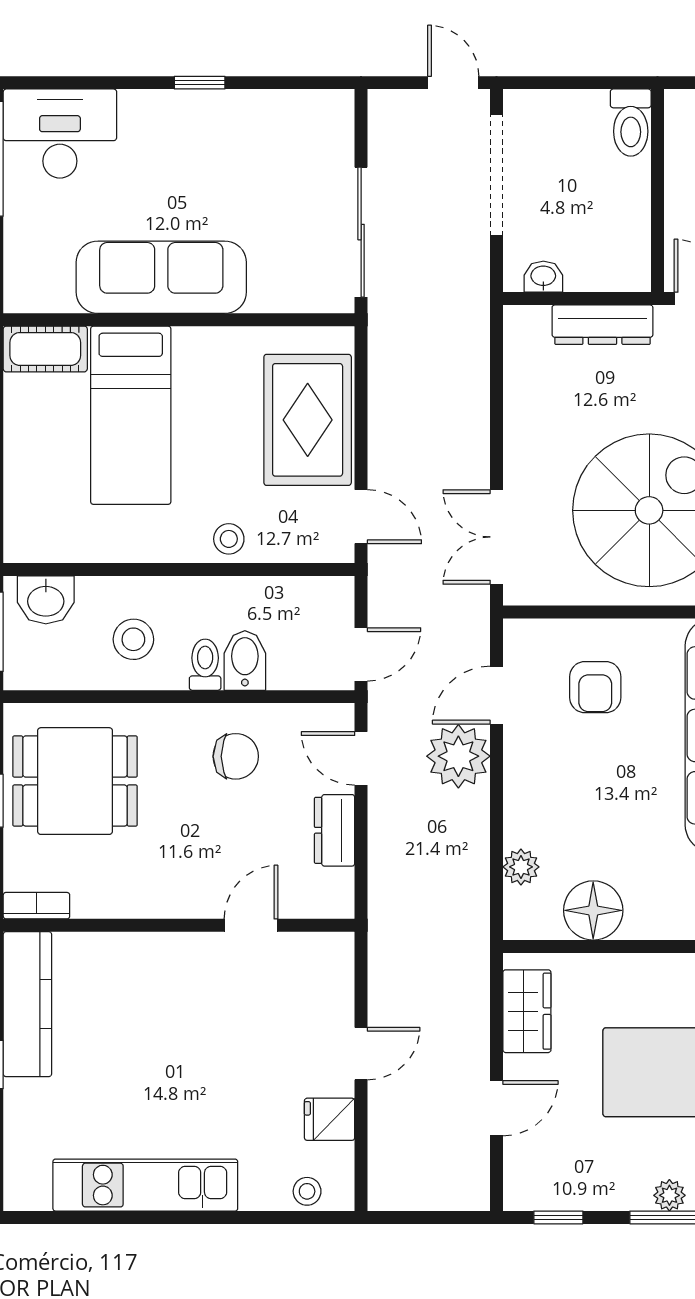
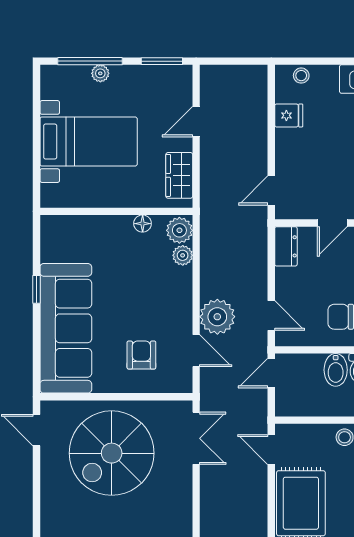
door: (497, 695) -> (196, 351), hinge flipped
dresser: (335, 830) -> (286, 246), moved
floor lamp: (593, 910) -> (143, 224), width x0.53, depth x0.53
plant: (527, 912) -> (179, 230), added
door: (361, 1054) -> (271, 191), moved
window: (558, 1217) -> (162, 61), width x1.50

